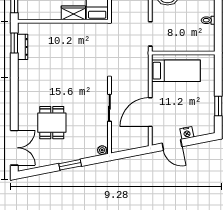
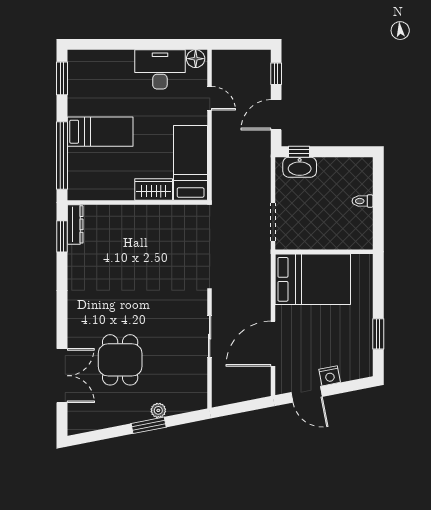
dresser: (23, 47) -> (75, 224), moved
bed: (176, 71) -> (313, 279), width x1.50
double door: (14, 148) -> (62, 376), moved
plant: (102, 150) -> (158, 410), moved

